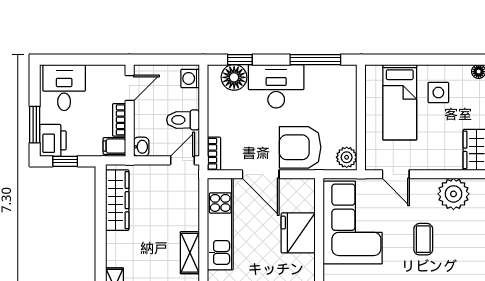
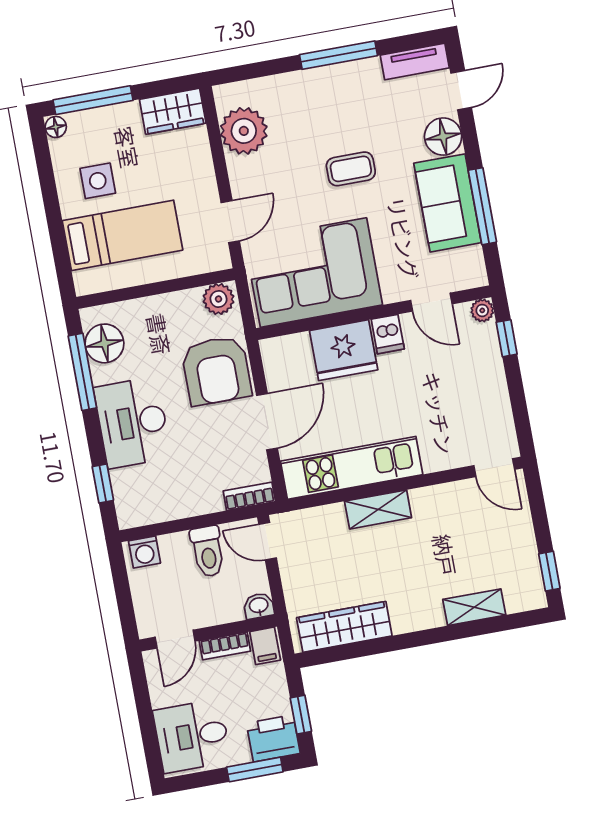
floor lamp: (234, 77) -> (104, 343), moved
door: (130, 88) -> (175, 639), swing flipped
coffee table: (423, 239) -> (351, 169), moved
shelving: (190, 253) -> (378, 509), moved
dishwasher: (303, 264) -> (388, 334), added

